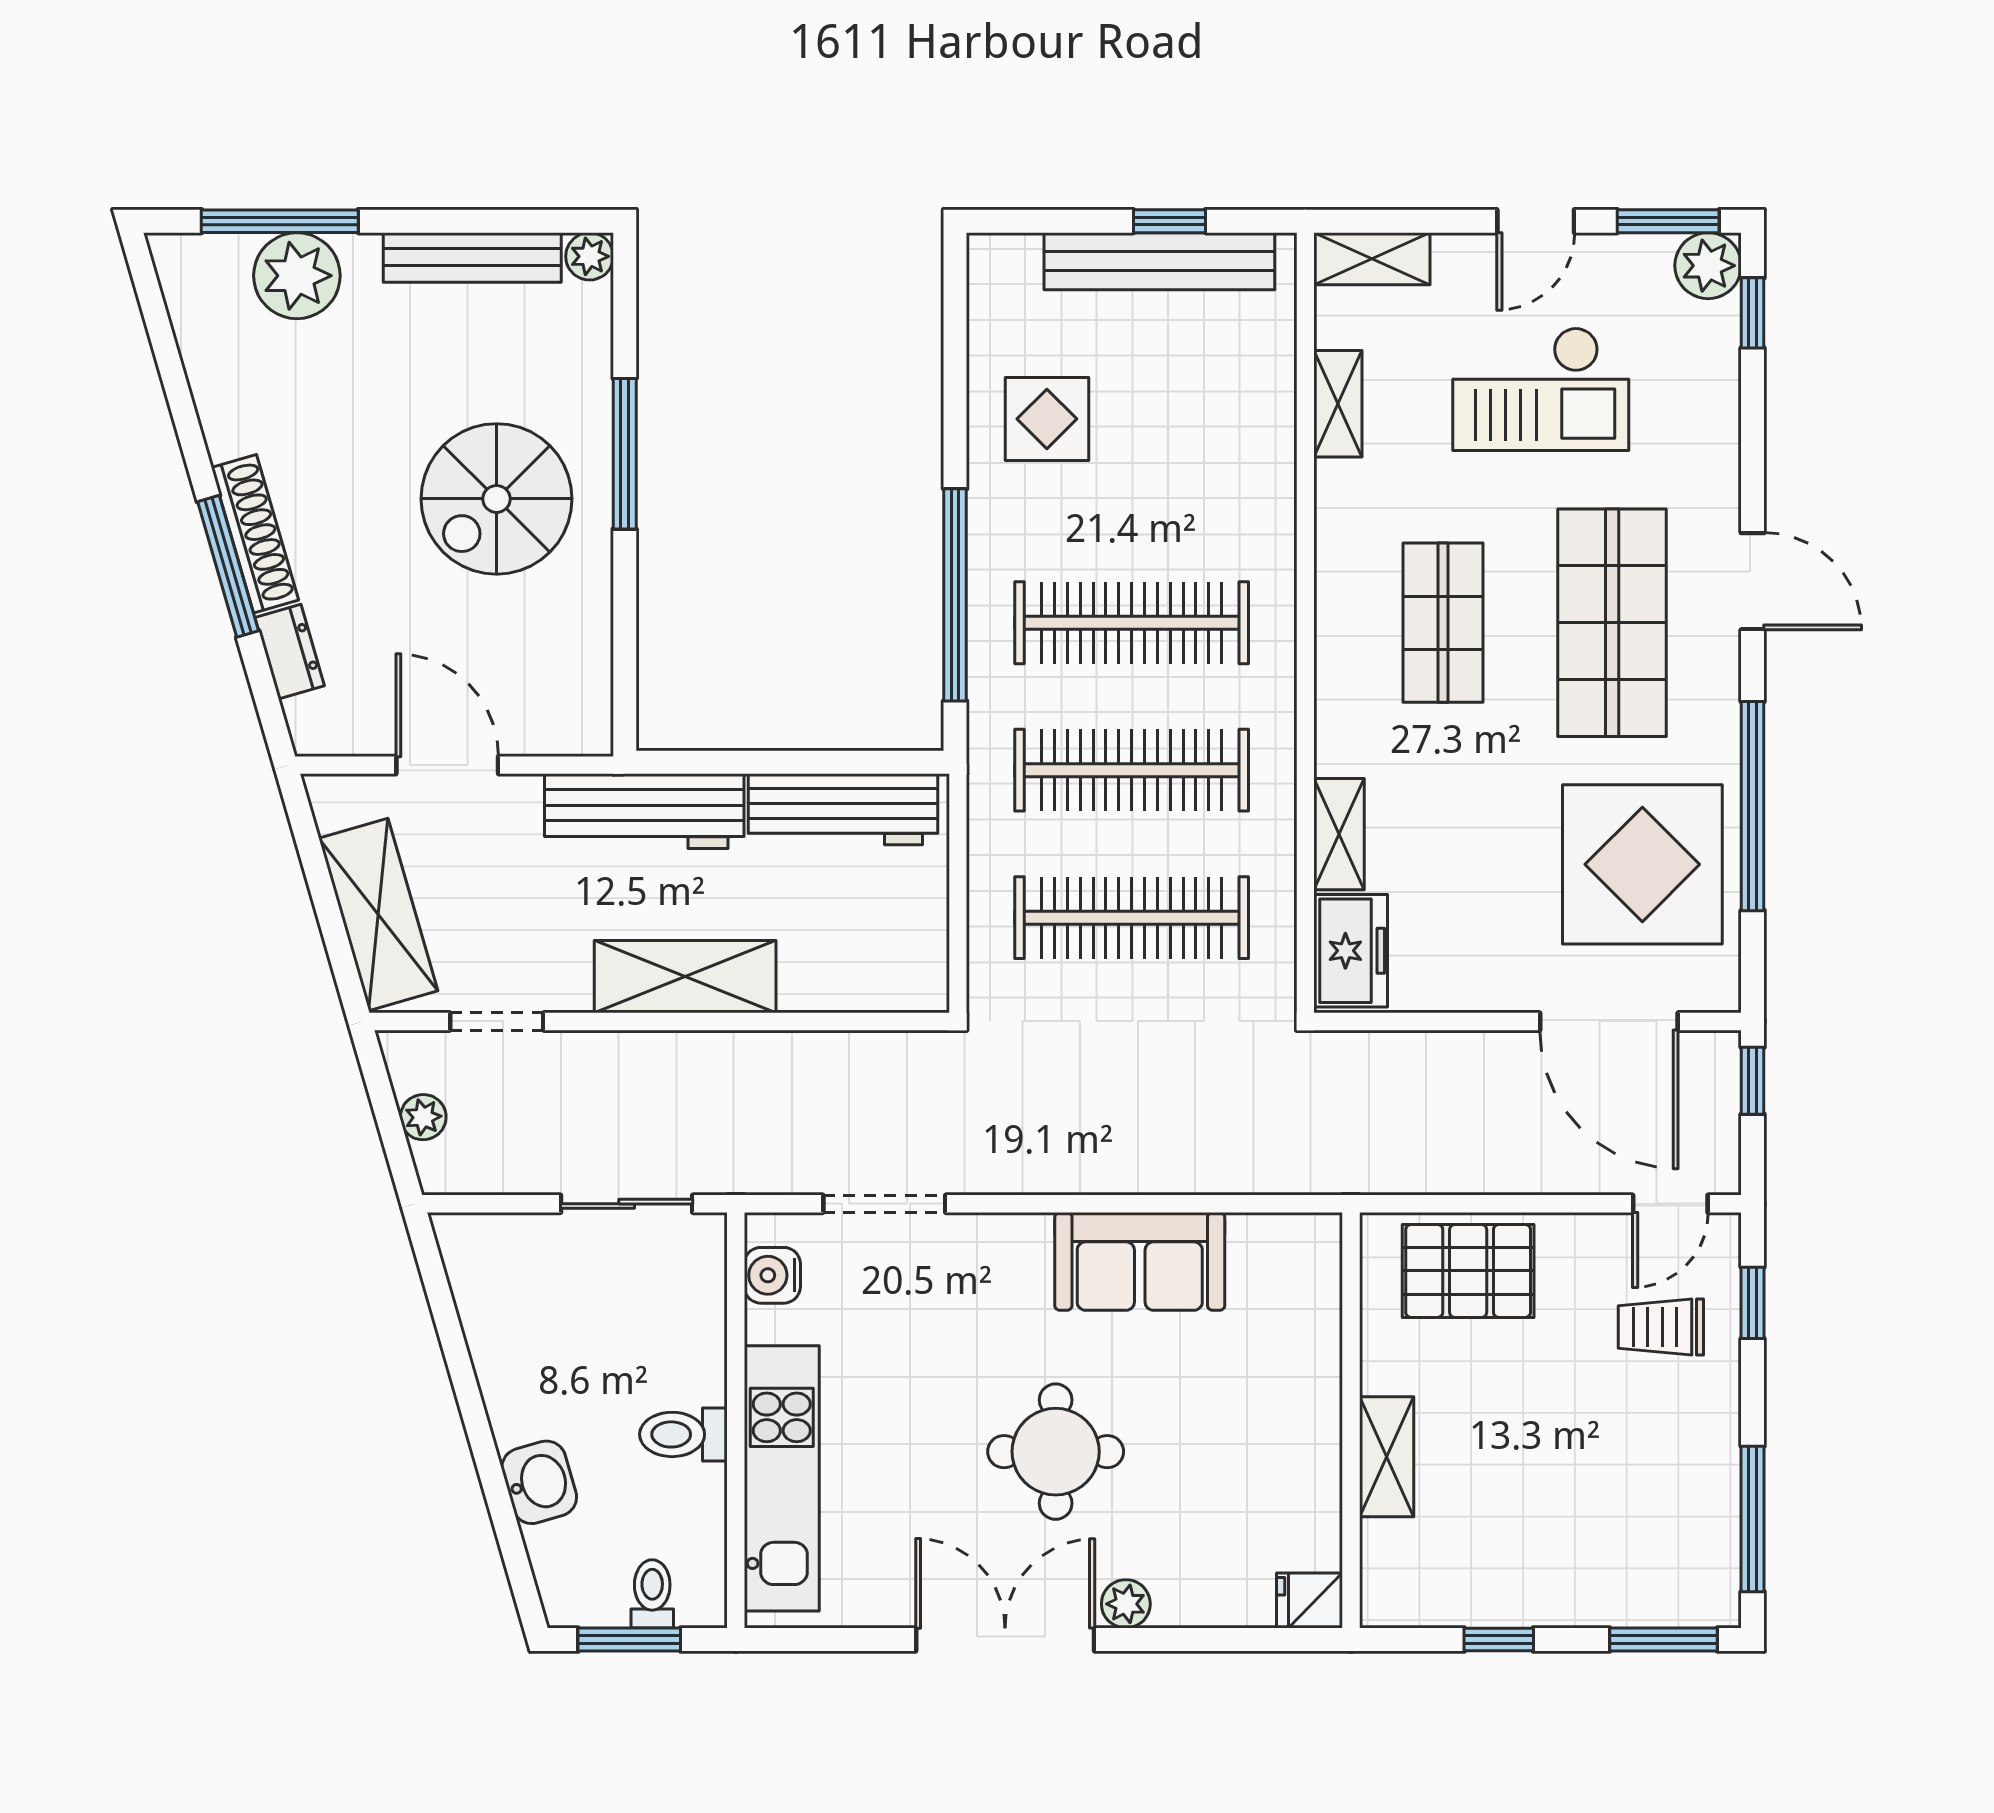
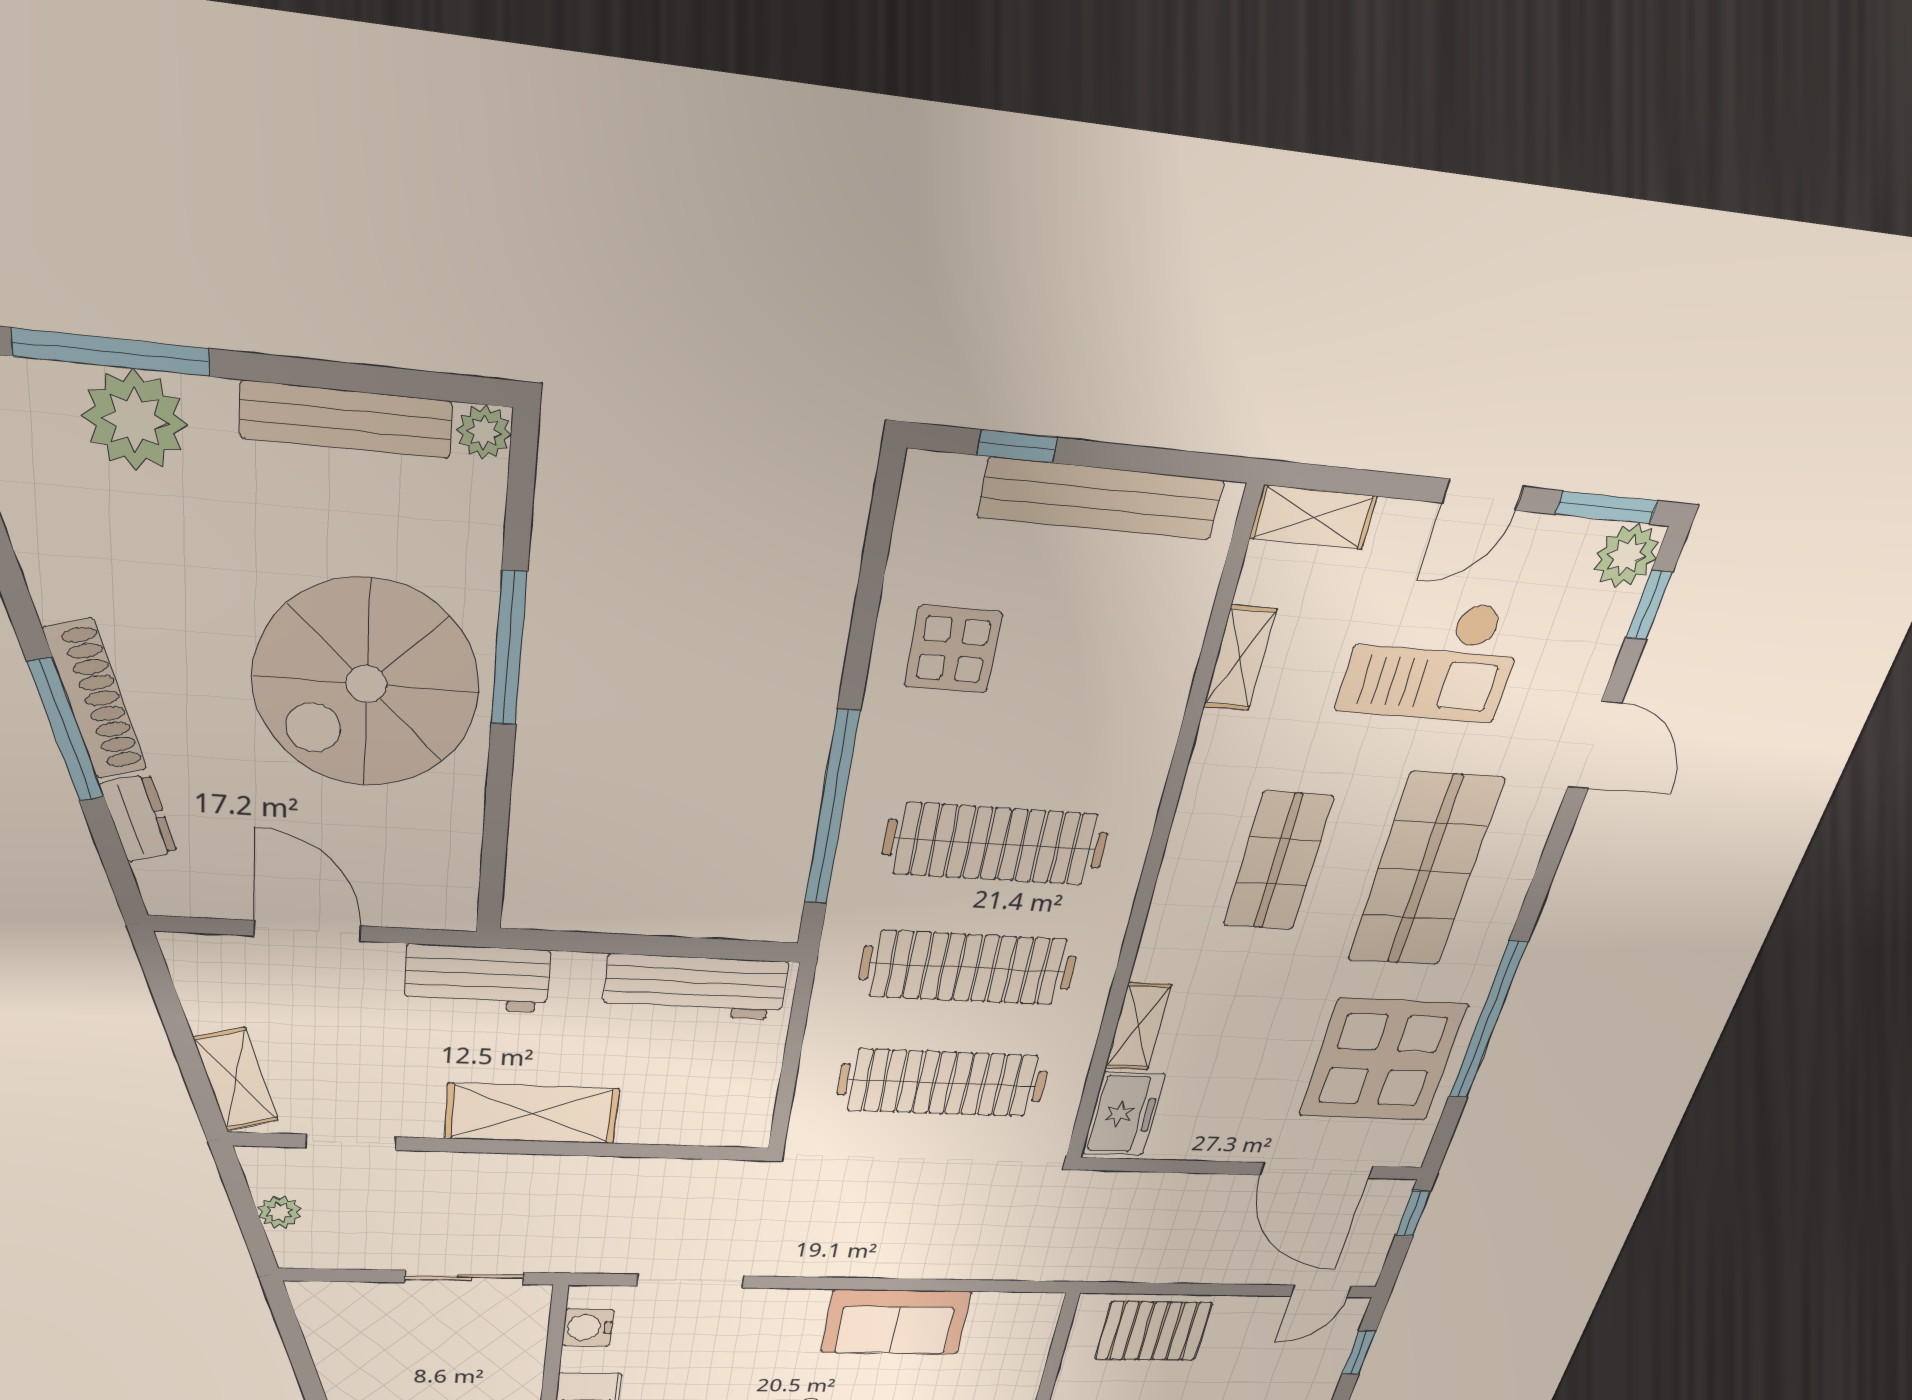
window: (1169, 221) -> (1017, 446), moved
spiral stairs: (497, 499) -> (367, 684), width x1.37, depth x1.37
door: (1753, 581) -> (1595, 745), moved
workbench: (644, 811) -> (477, 978), width x0.73
shelving: (378, 915) -> (236, 1079), width x0.67, depth x0.75
trolley: (1661, 1327) -> (1286, 1367), removed

